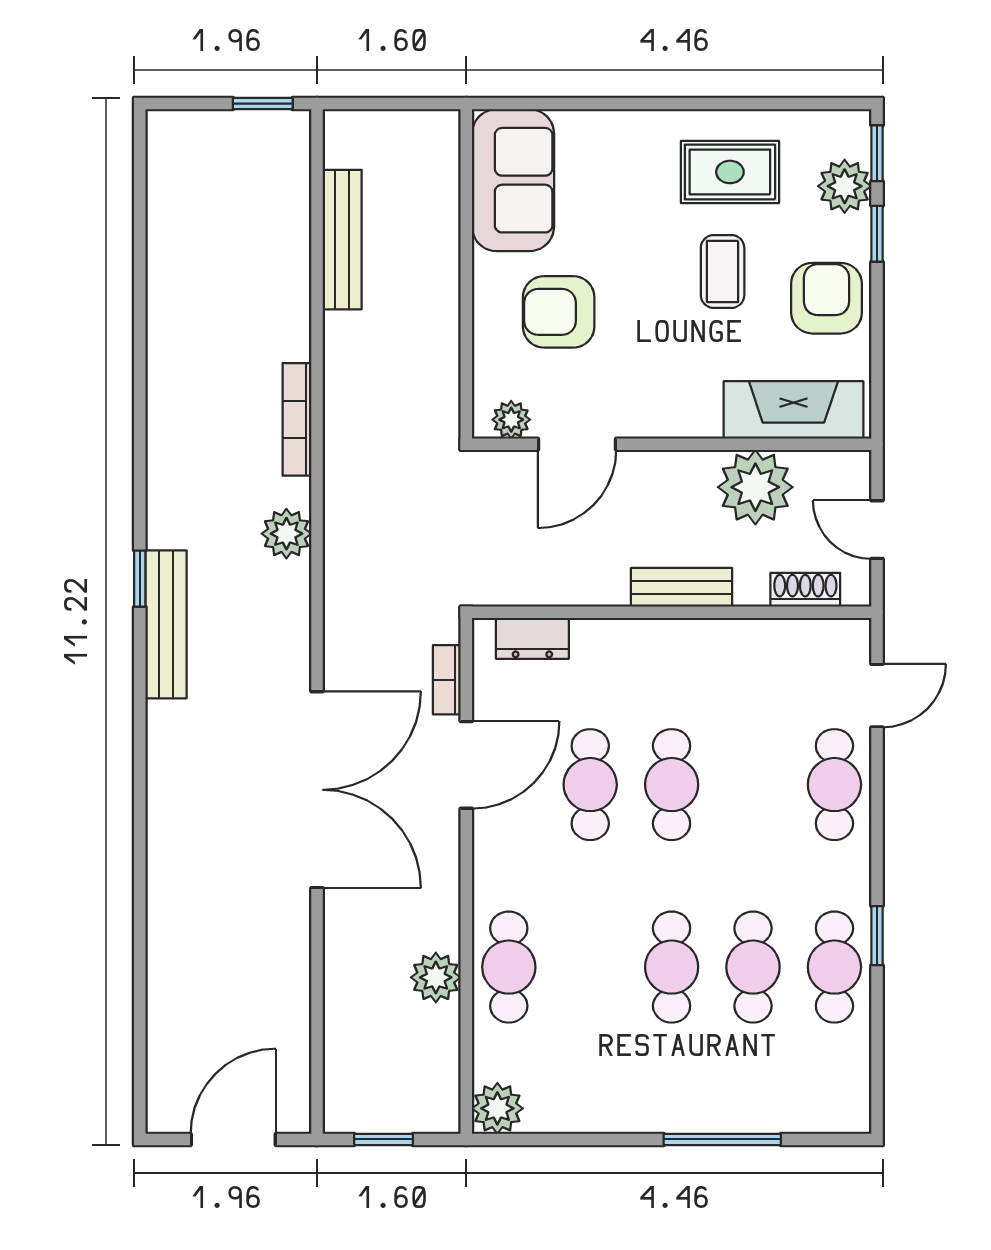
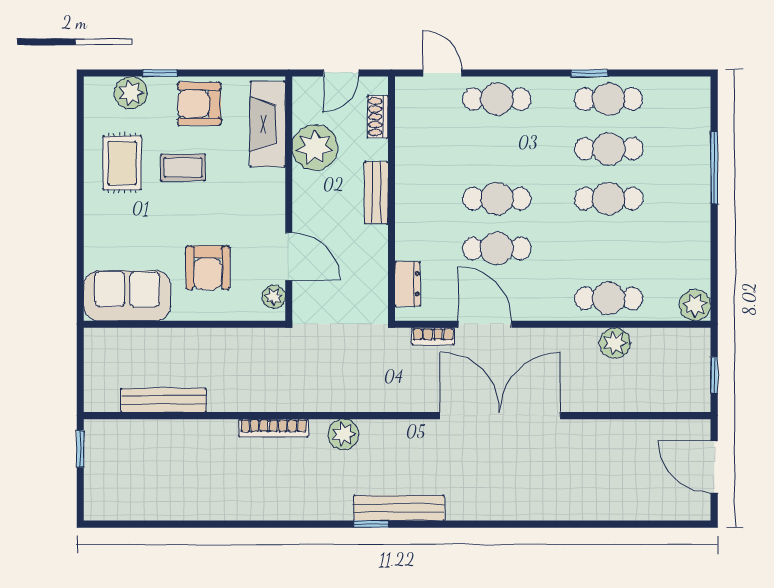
window: (877, 153) -> (111, 73), removed

